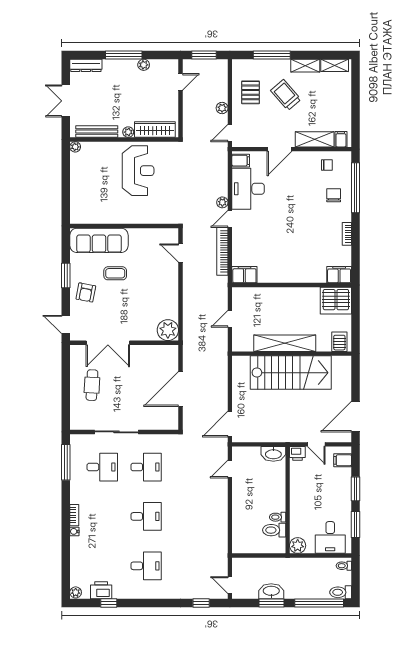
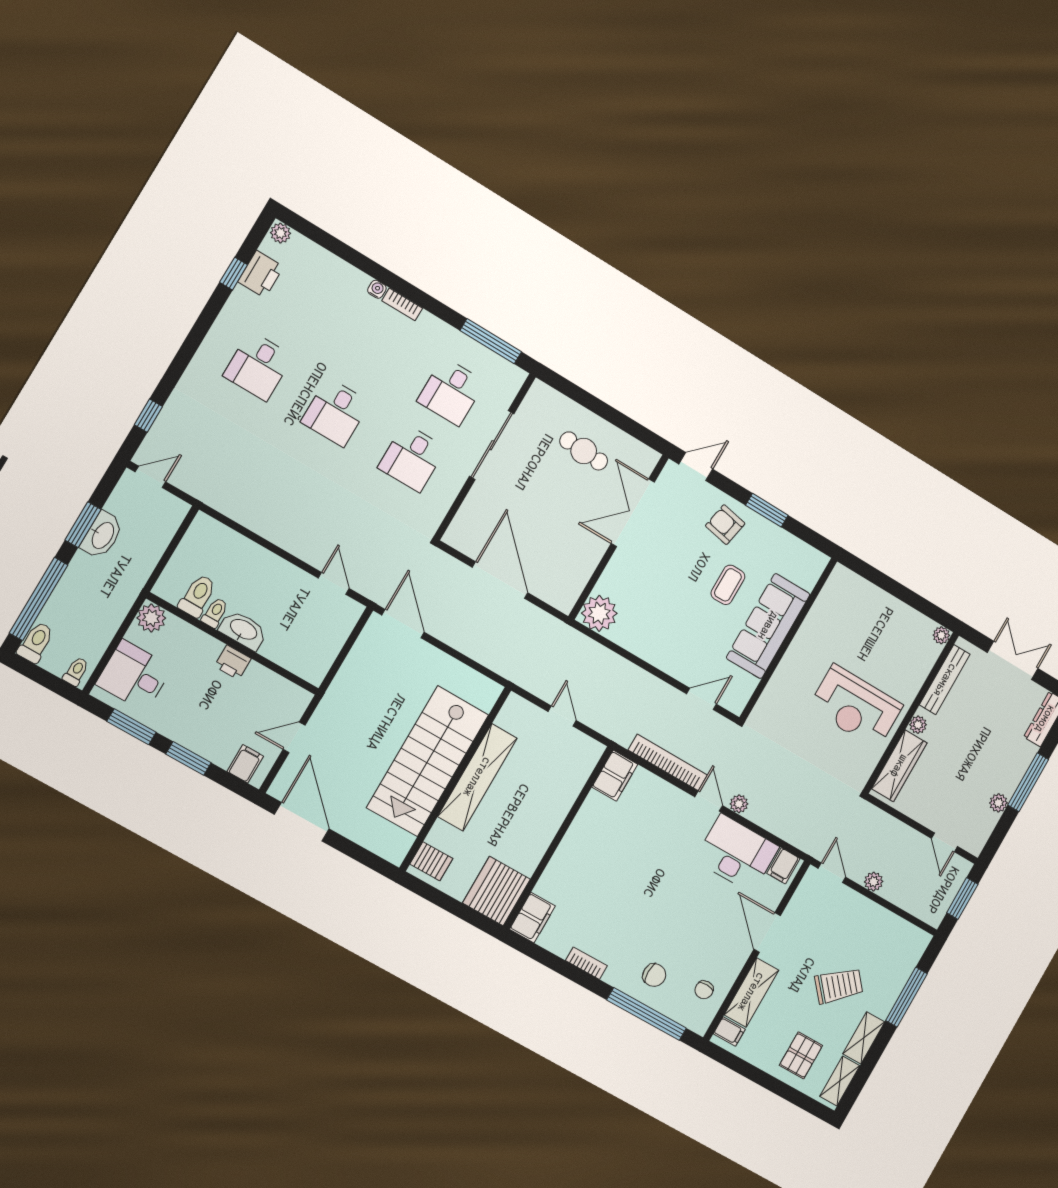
pallet: (251, 92) -> (801, 1055), moved, turned 90
sofa: (99, 240) -> (768, 626), moved
printer: (297, 453) -> (233, 662), moved, turned -90
washbasin: (273, 454) -> (243, 630), moved, turned 90

